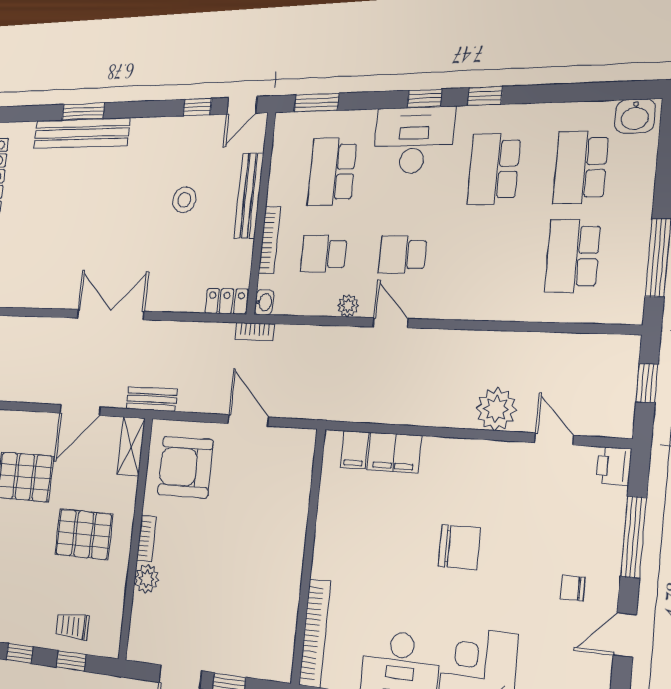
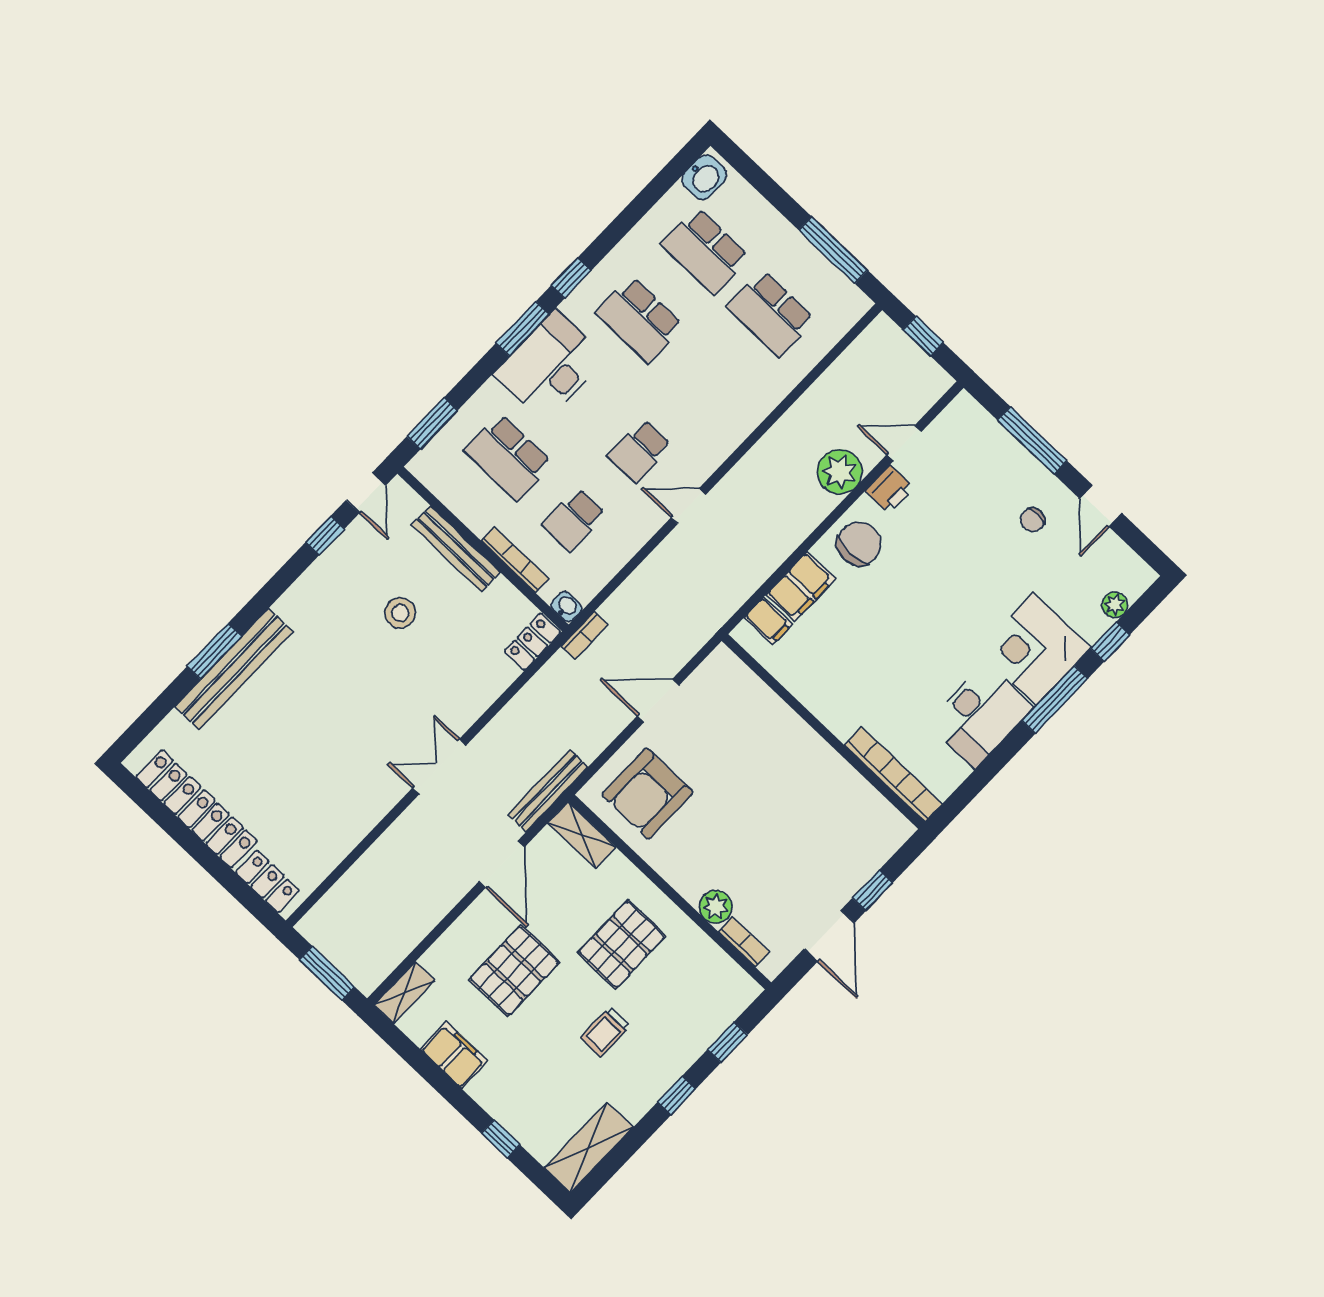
window: (424, 98) -> (523, 329), width x1.50
plant: (348, 306) -> (640, 532), removed
double door: (110, 315) -> (439, 767), width x0.73
bench: (152, 399) -> (548, 791), width x1.36
printer: (614, 466) -> (890, 489), moved, turned -90
bookcase: (147, 539) -> (744, 942), moved
chair: (459, 547) -> (859, 544), moved
trolley: (72, 626) -> (605, 1032), moved

